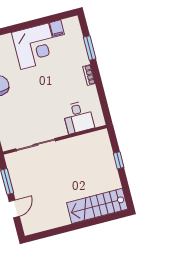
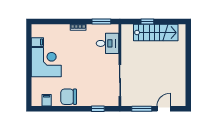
window: (90, 48) -> (101, 22), moved
stairs: (97, 206) -> (156, 33), moved, turned -90
door: (14, 209) -> (164, 109), hinge flipped

